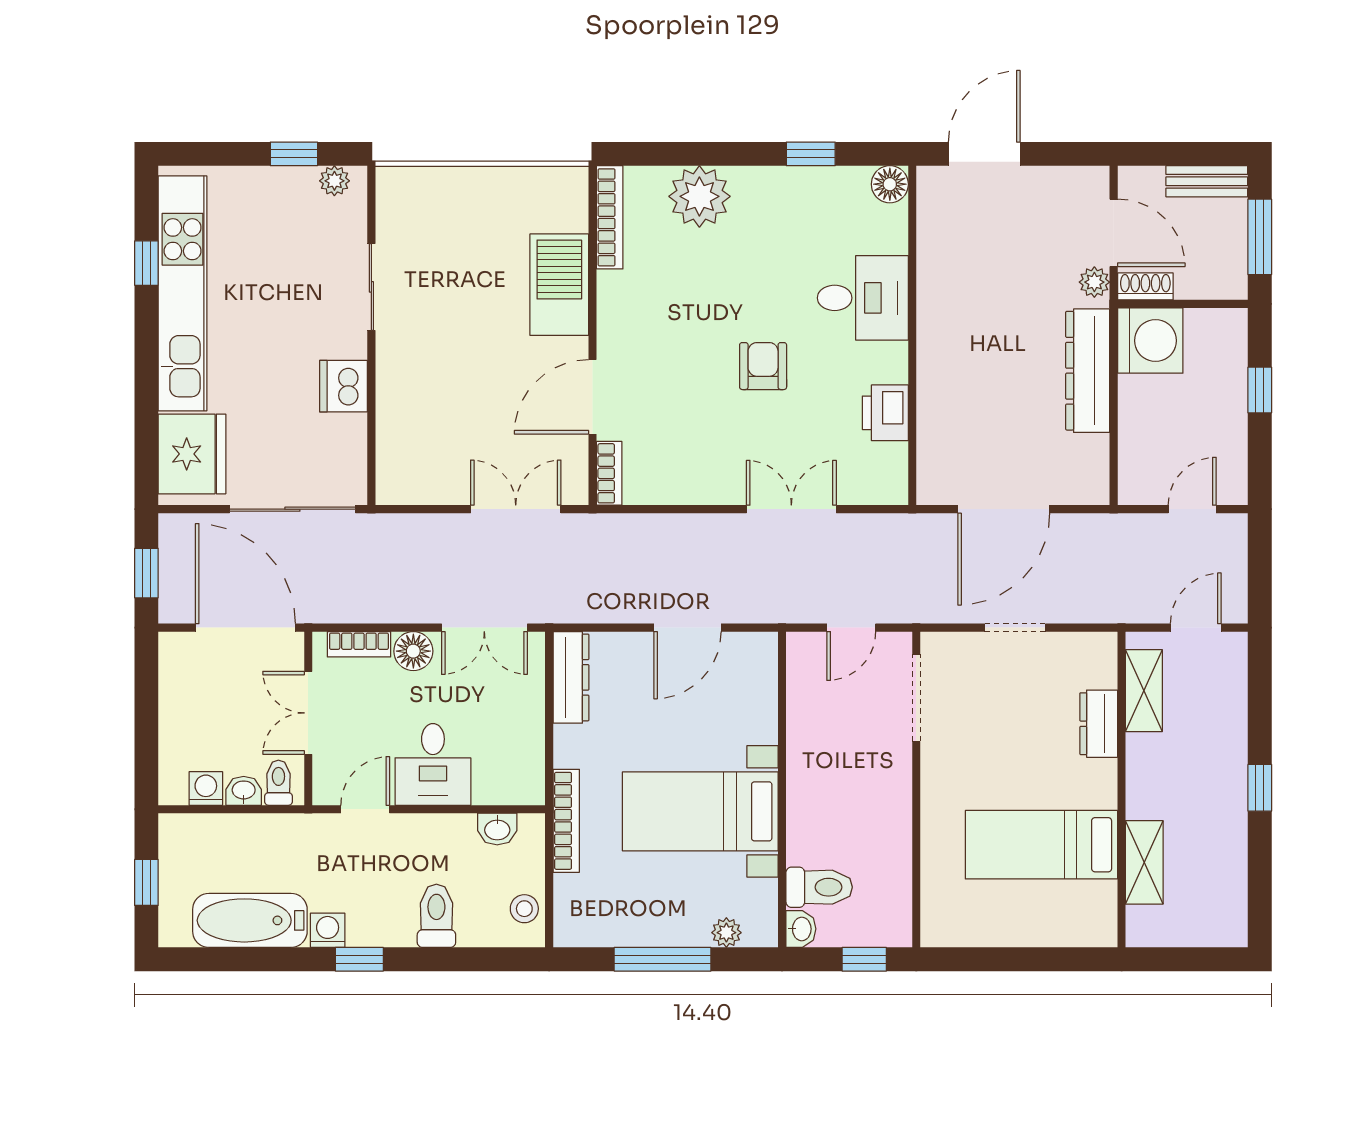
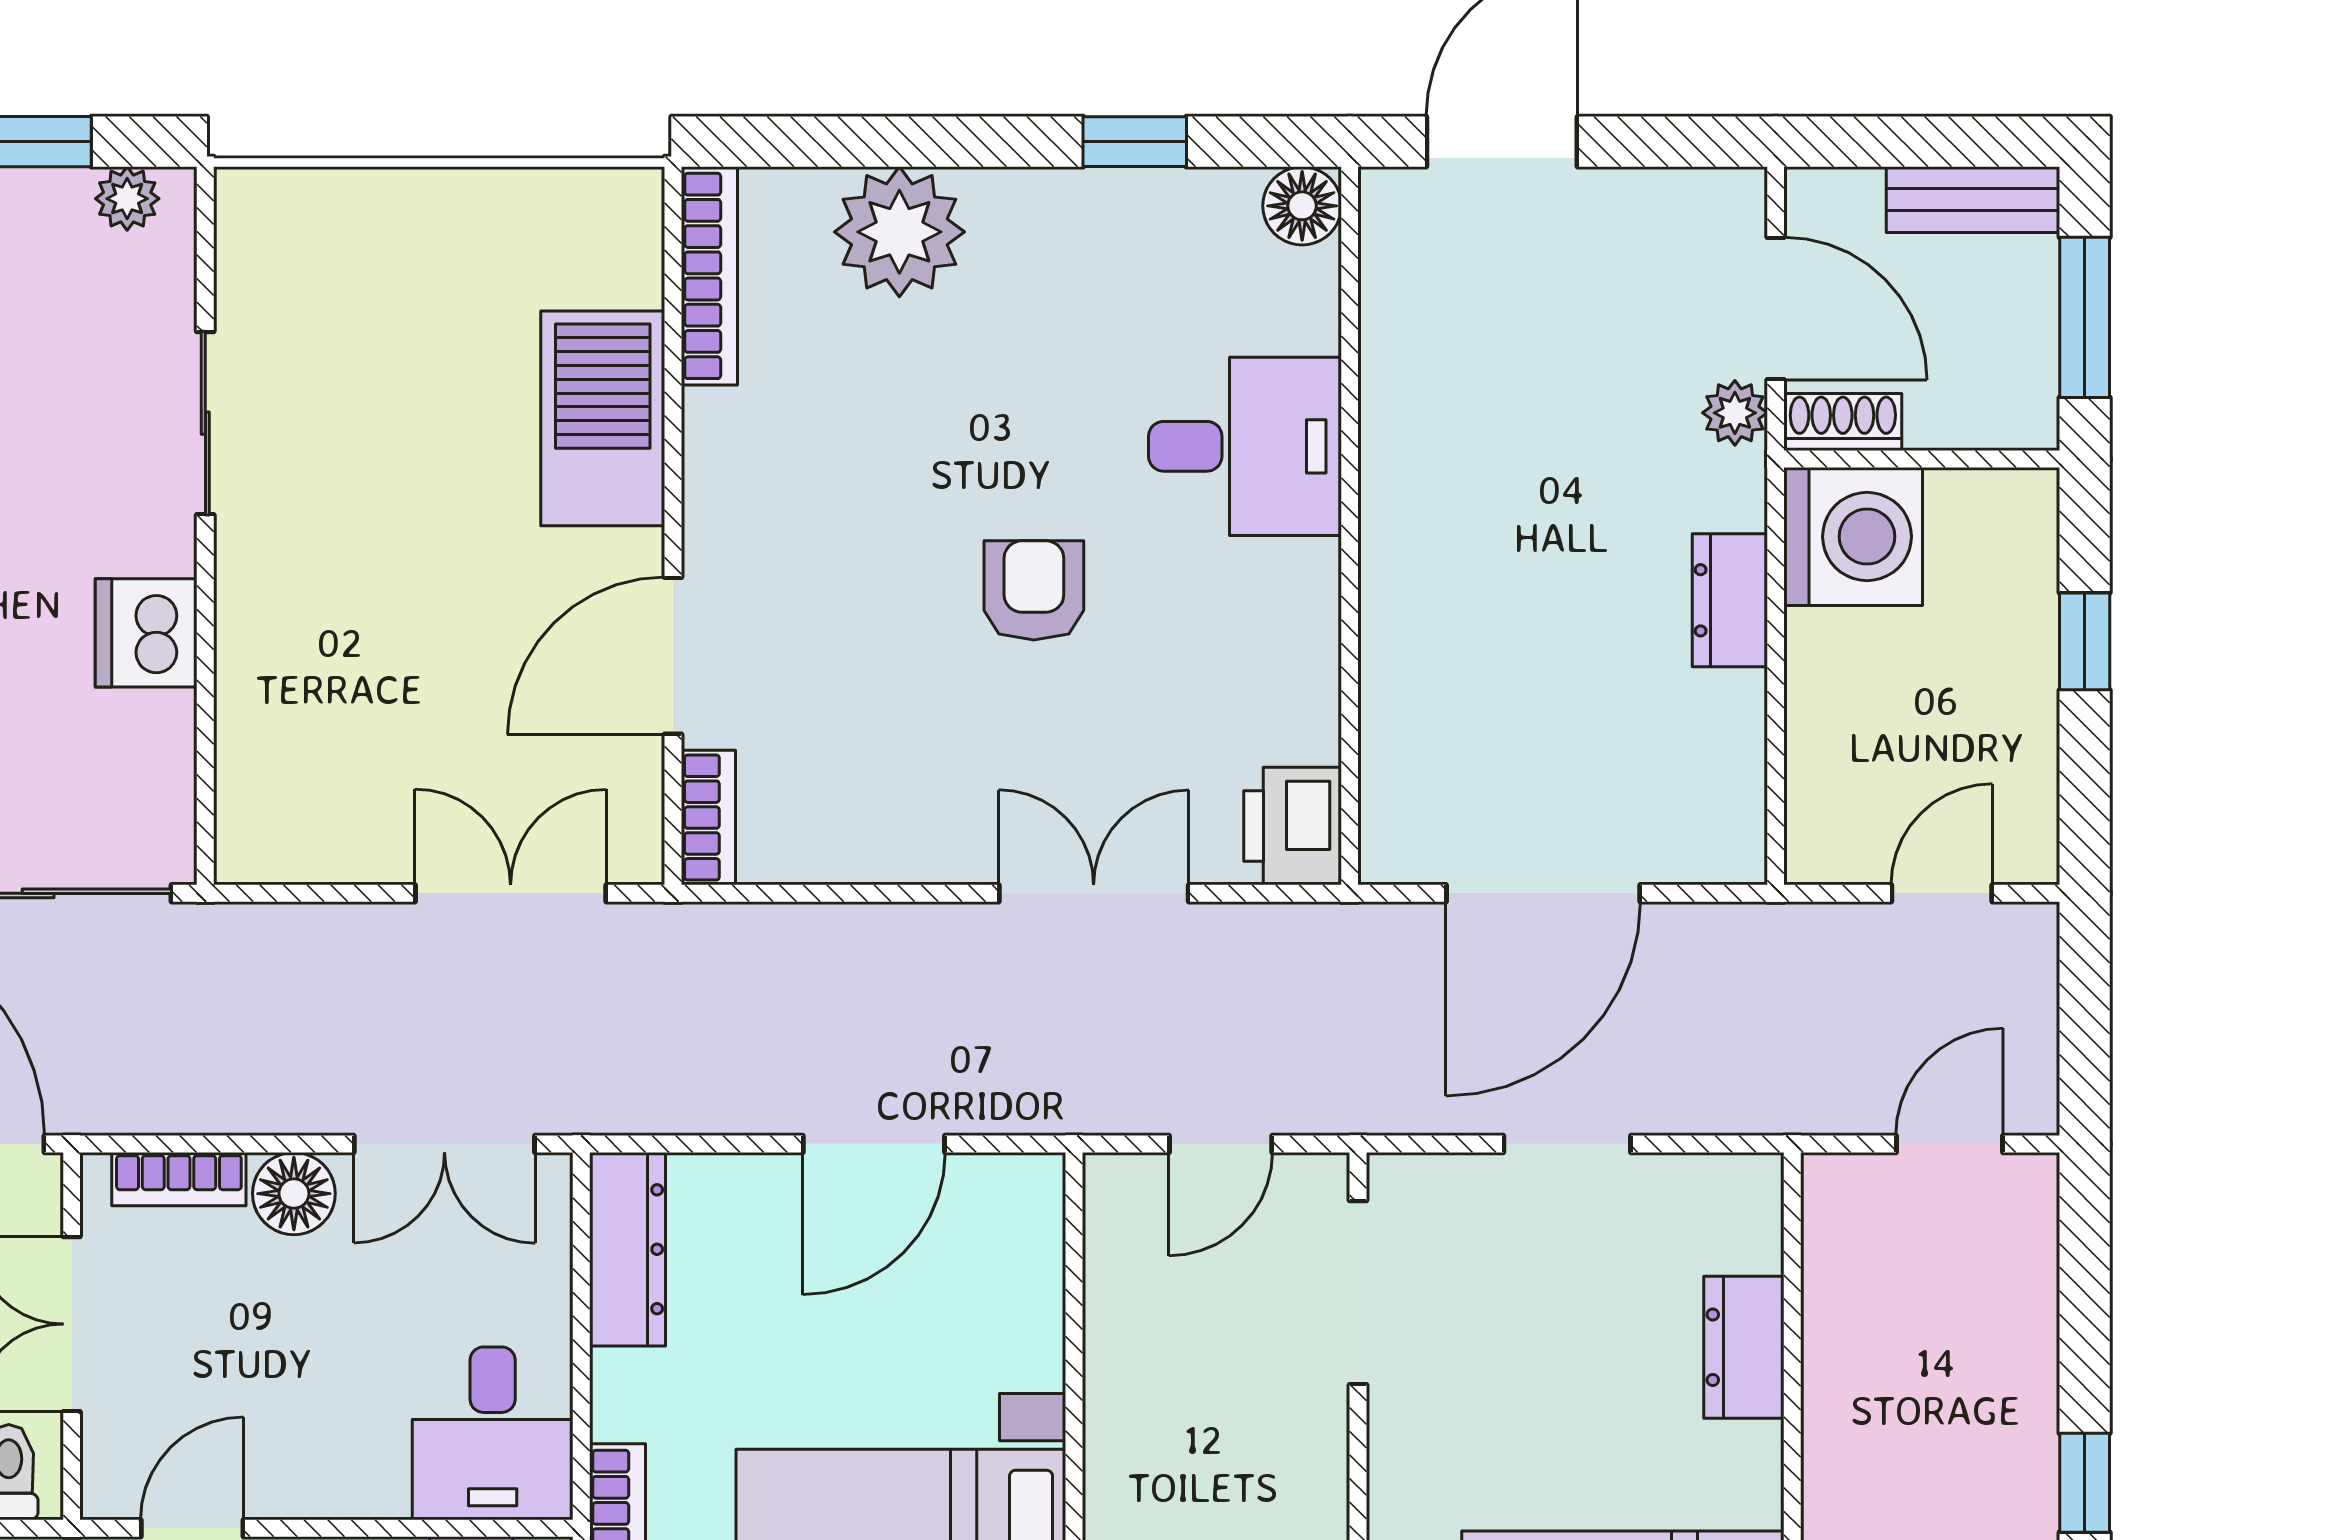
dresser: (1088, 371) -> (1730, 600), width x0.51, depth x0.80
printer: (885, 413) -> (1293, 826), moved
shelving: (1144, 691) -> (1840, 1277), removed
desk: (433, 764) -> (493, 1433), moved

